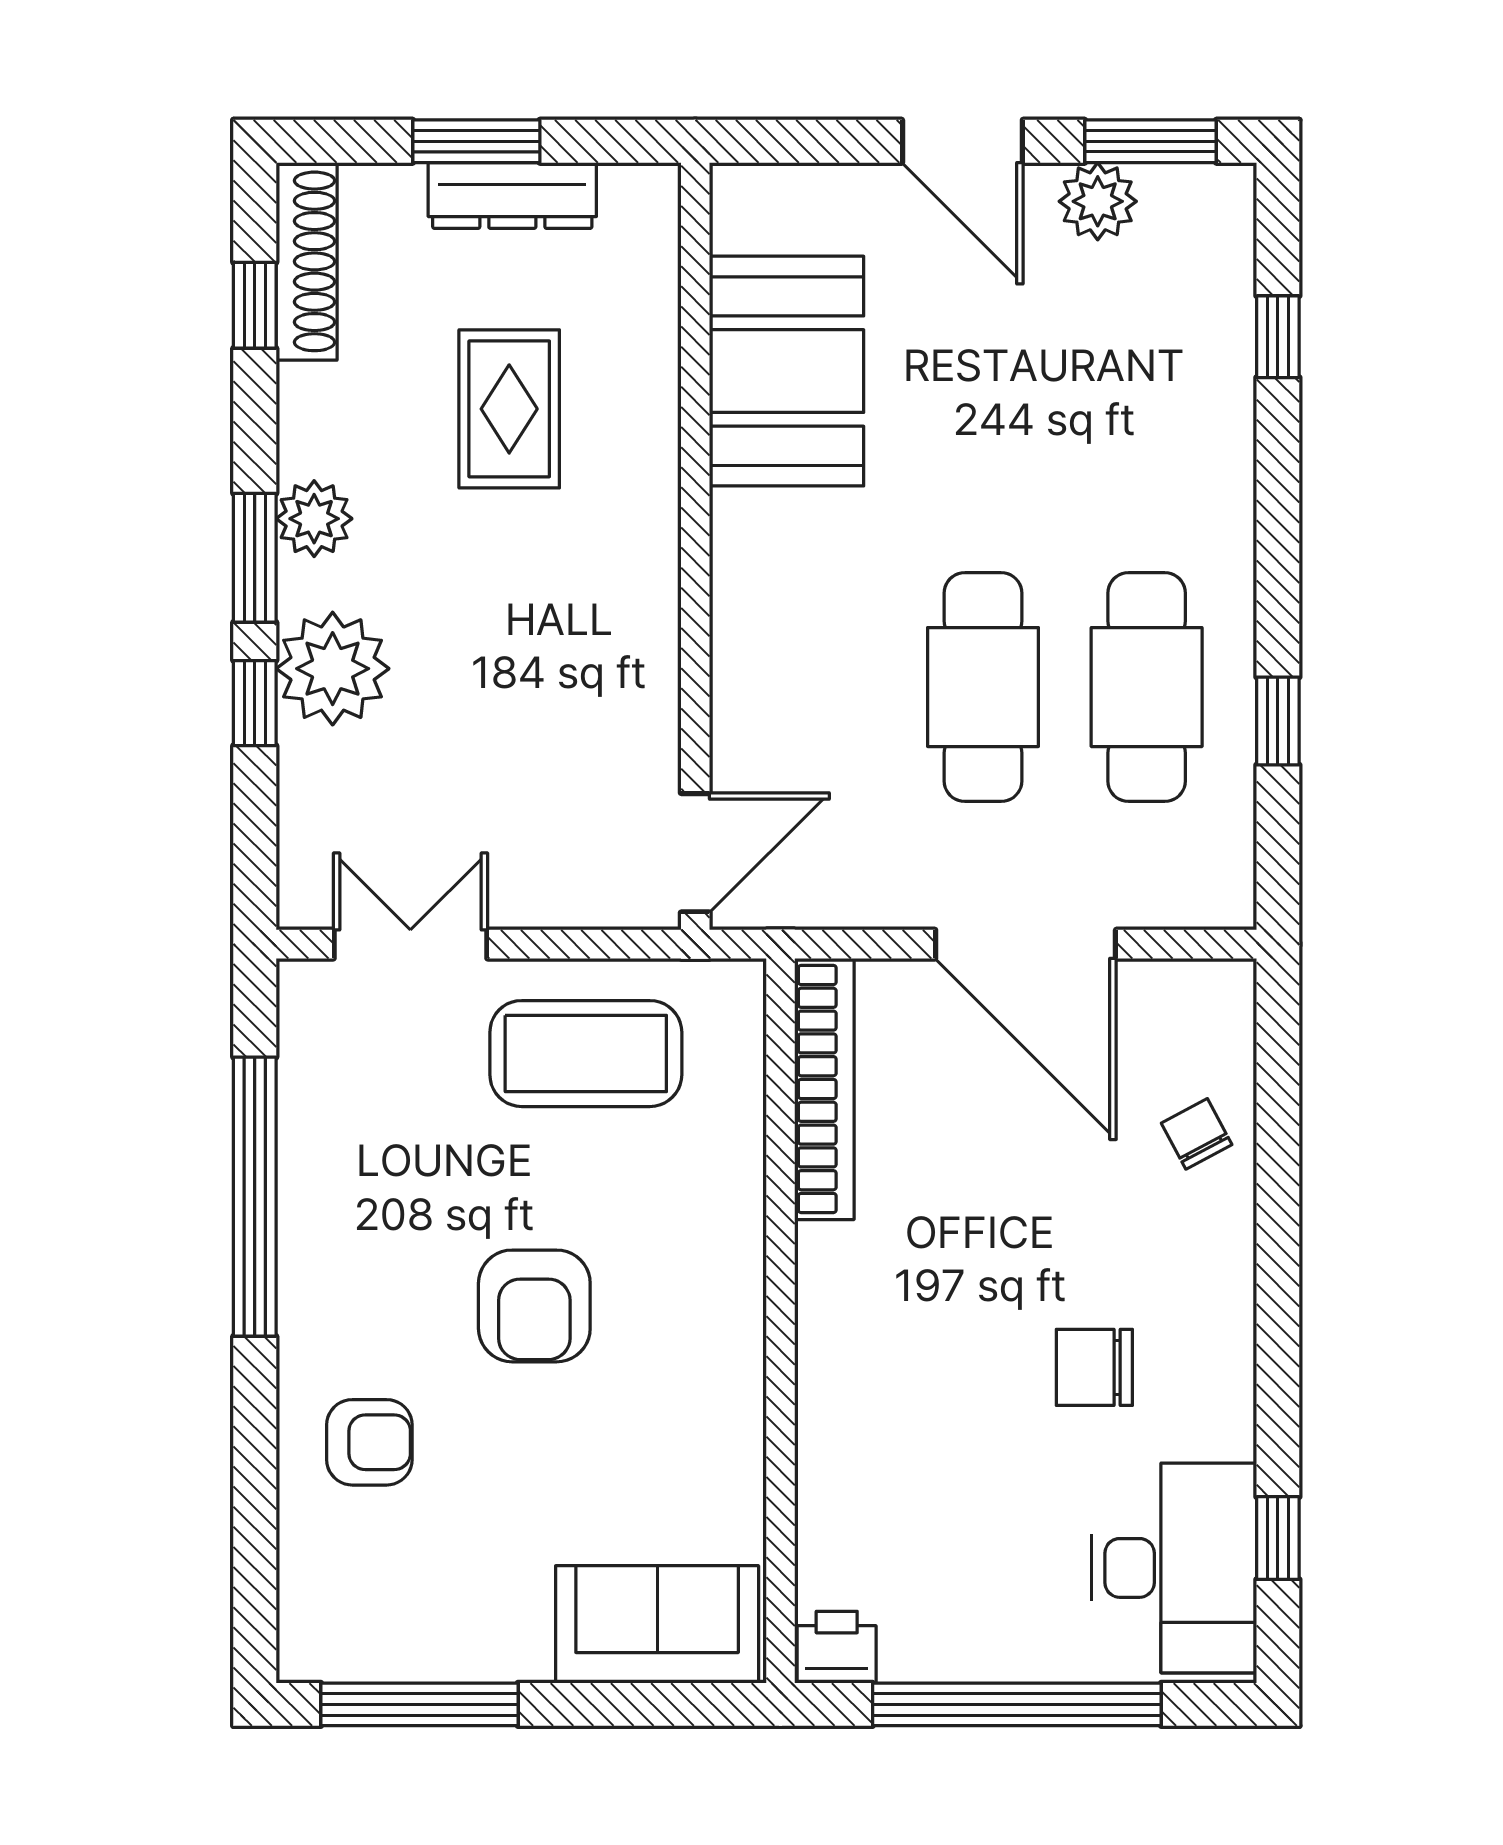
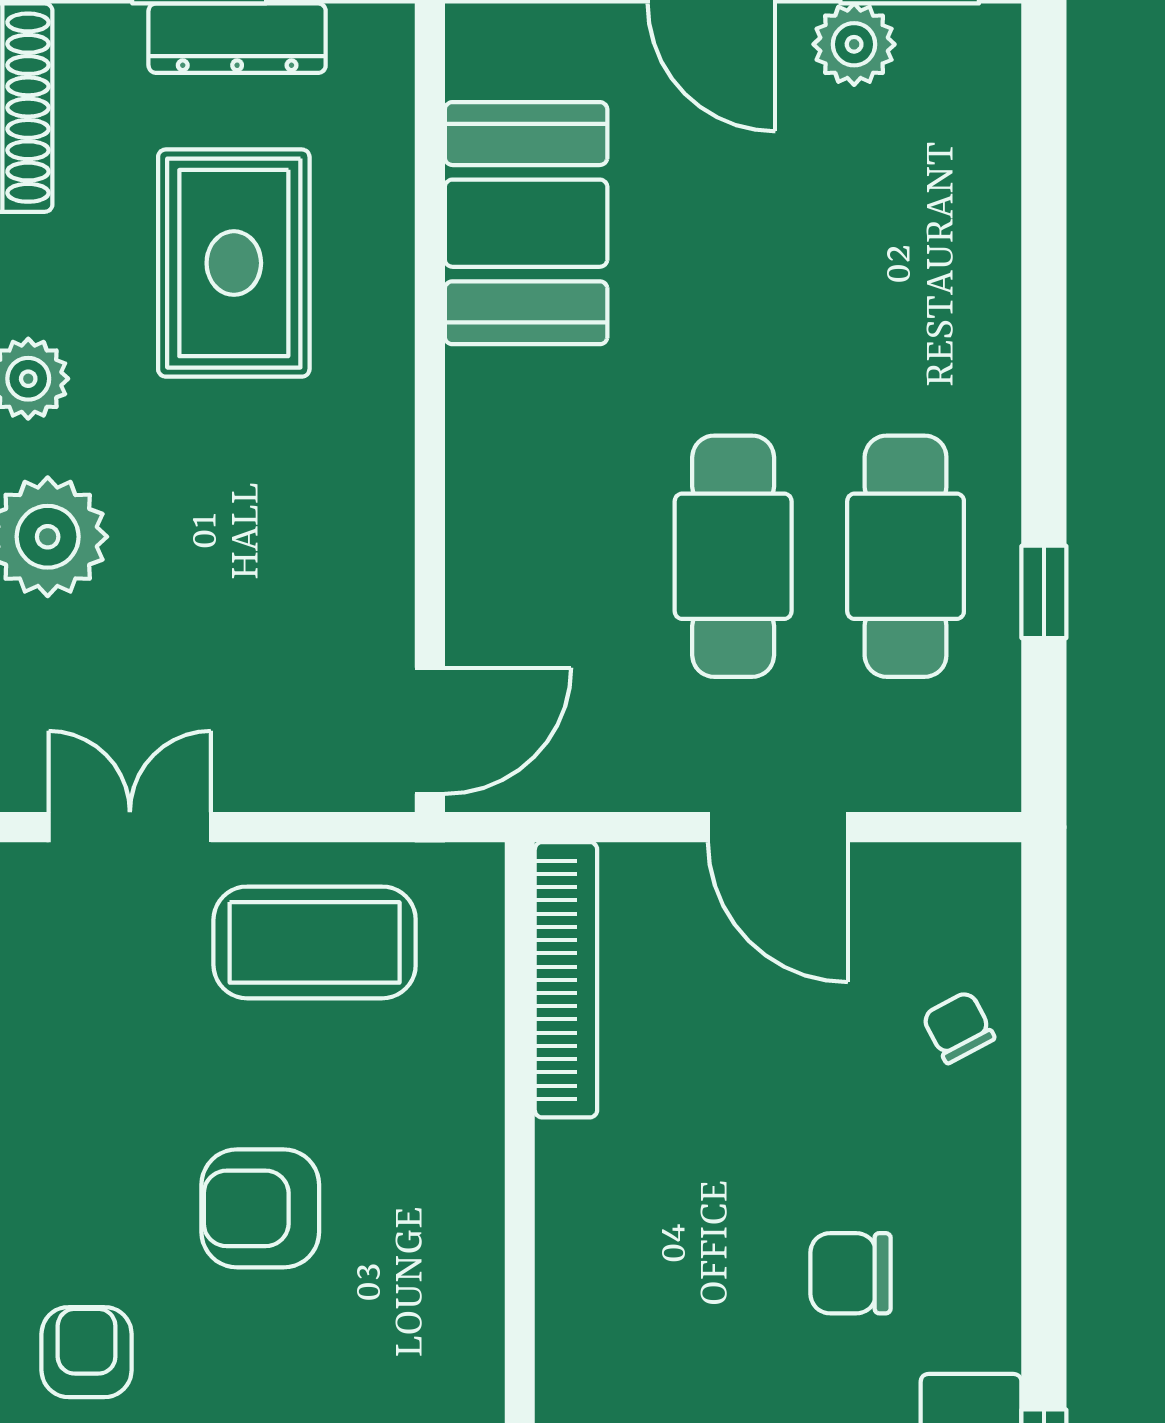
window: (1278, 337) -> (1044, 187), removed
rug: (509, 409) -> (234, 263), width x1.36, depth x1.43
door: (1026, 944) -> (778, 827), width x0.73
armchair: (534, 1306) -> (260, 1208), turned 90
armchair: (369, 1442) -> (87, 1352), turned -90

